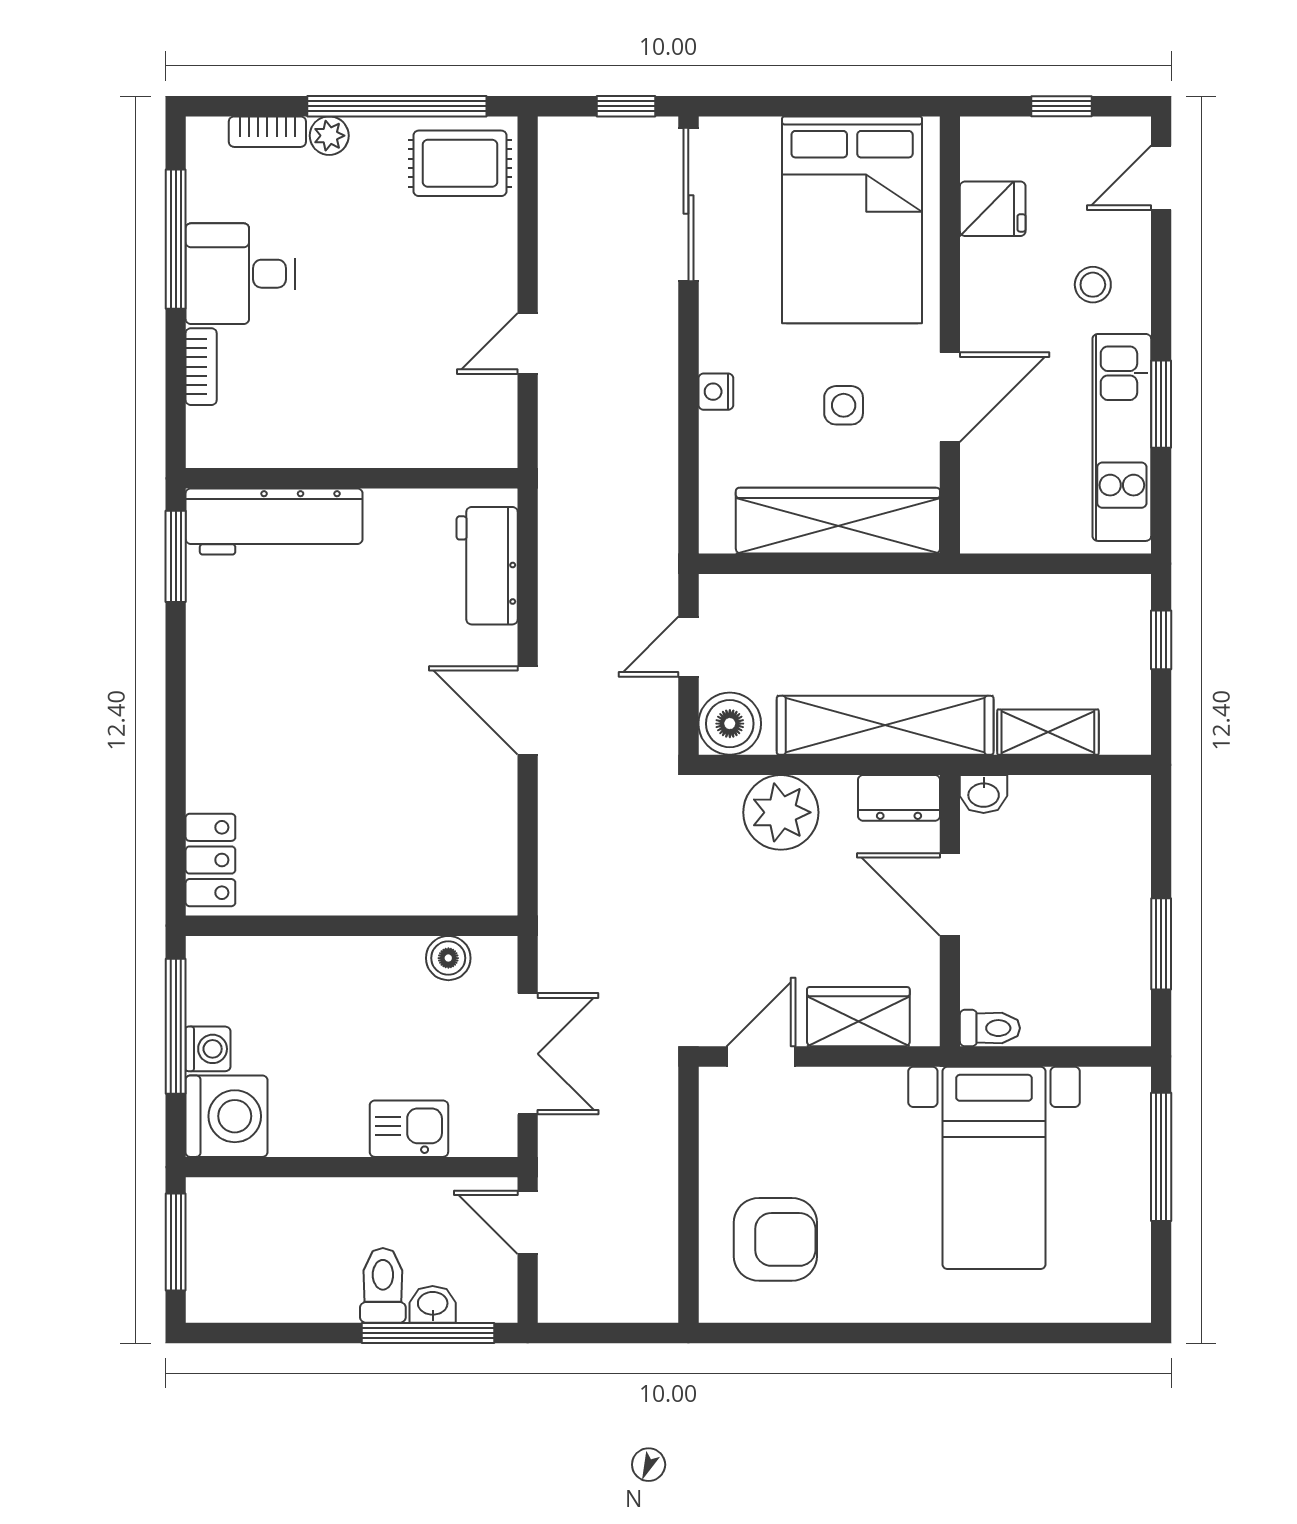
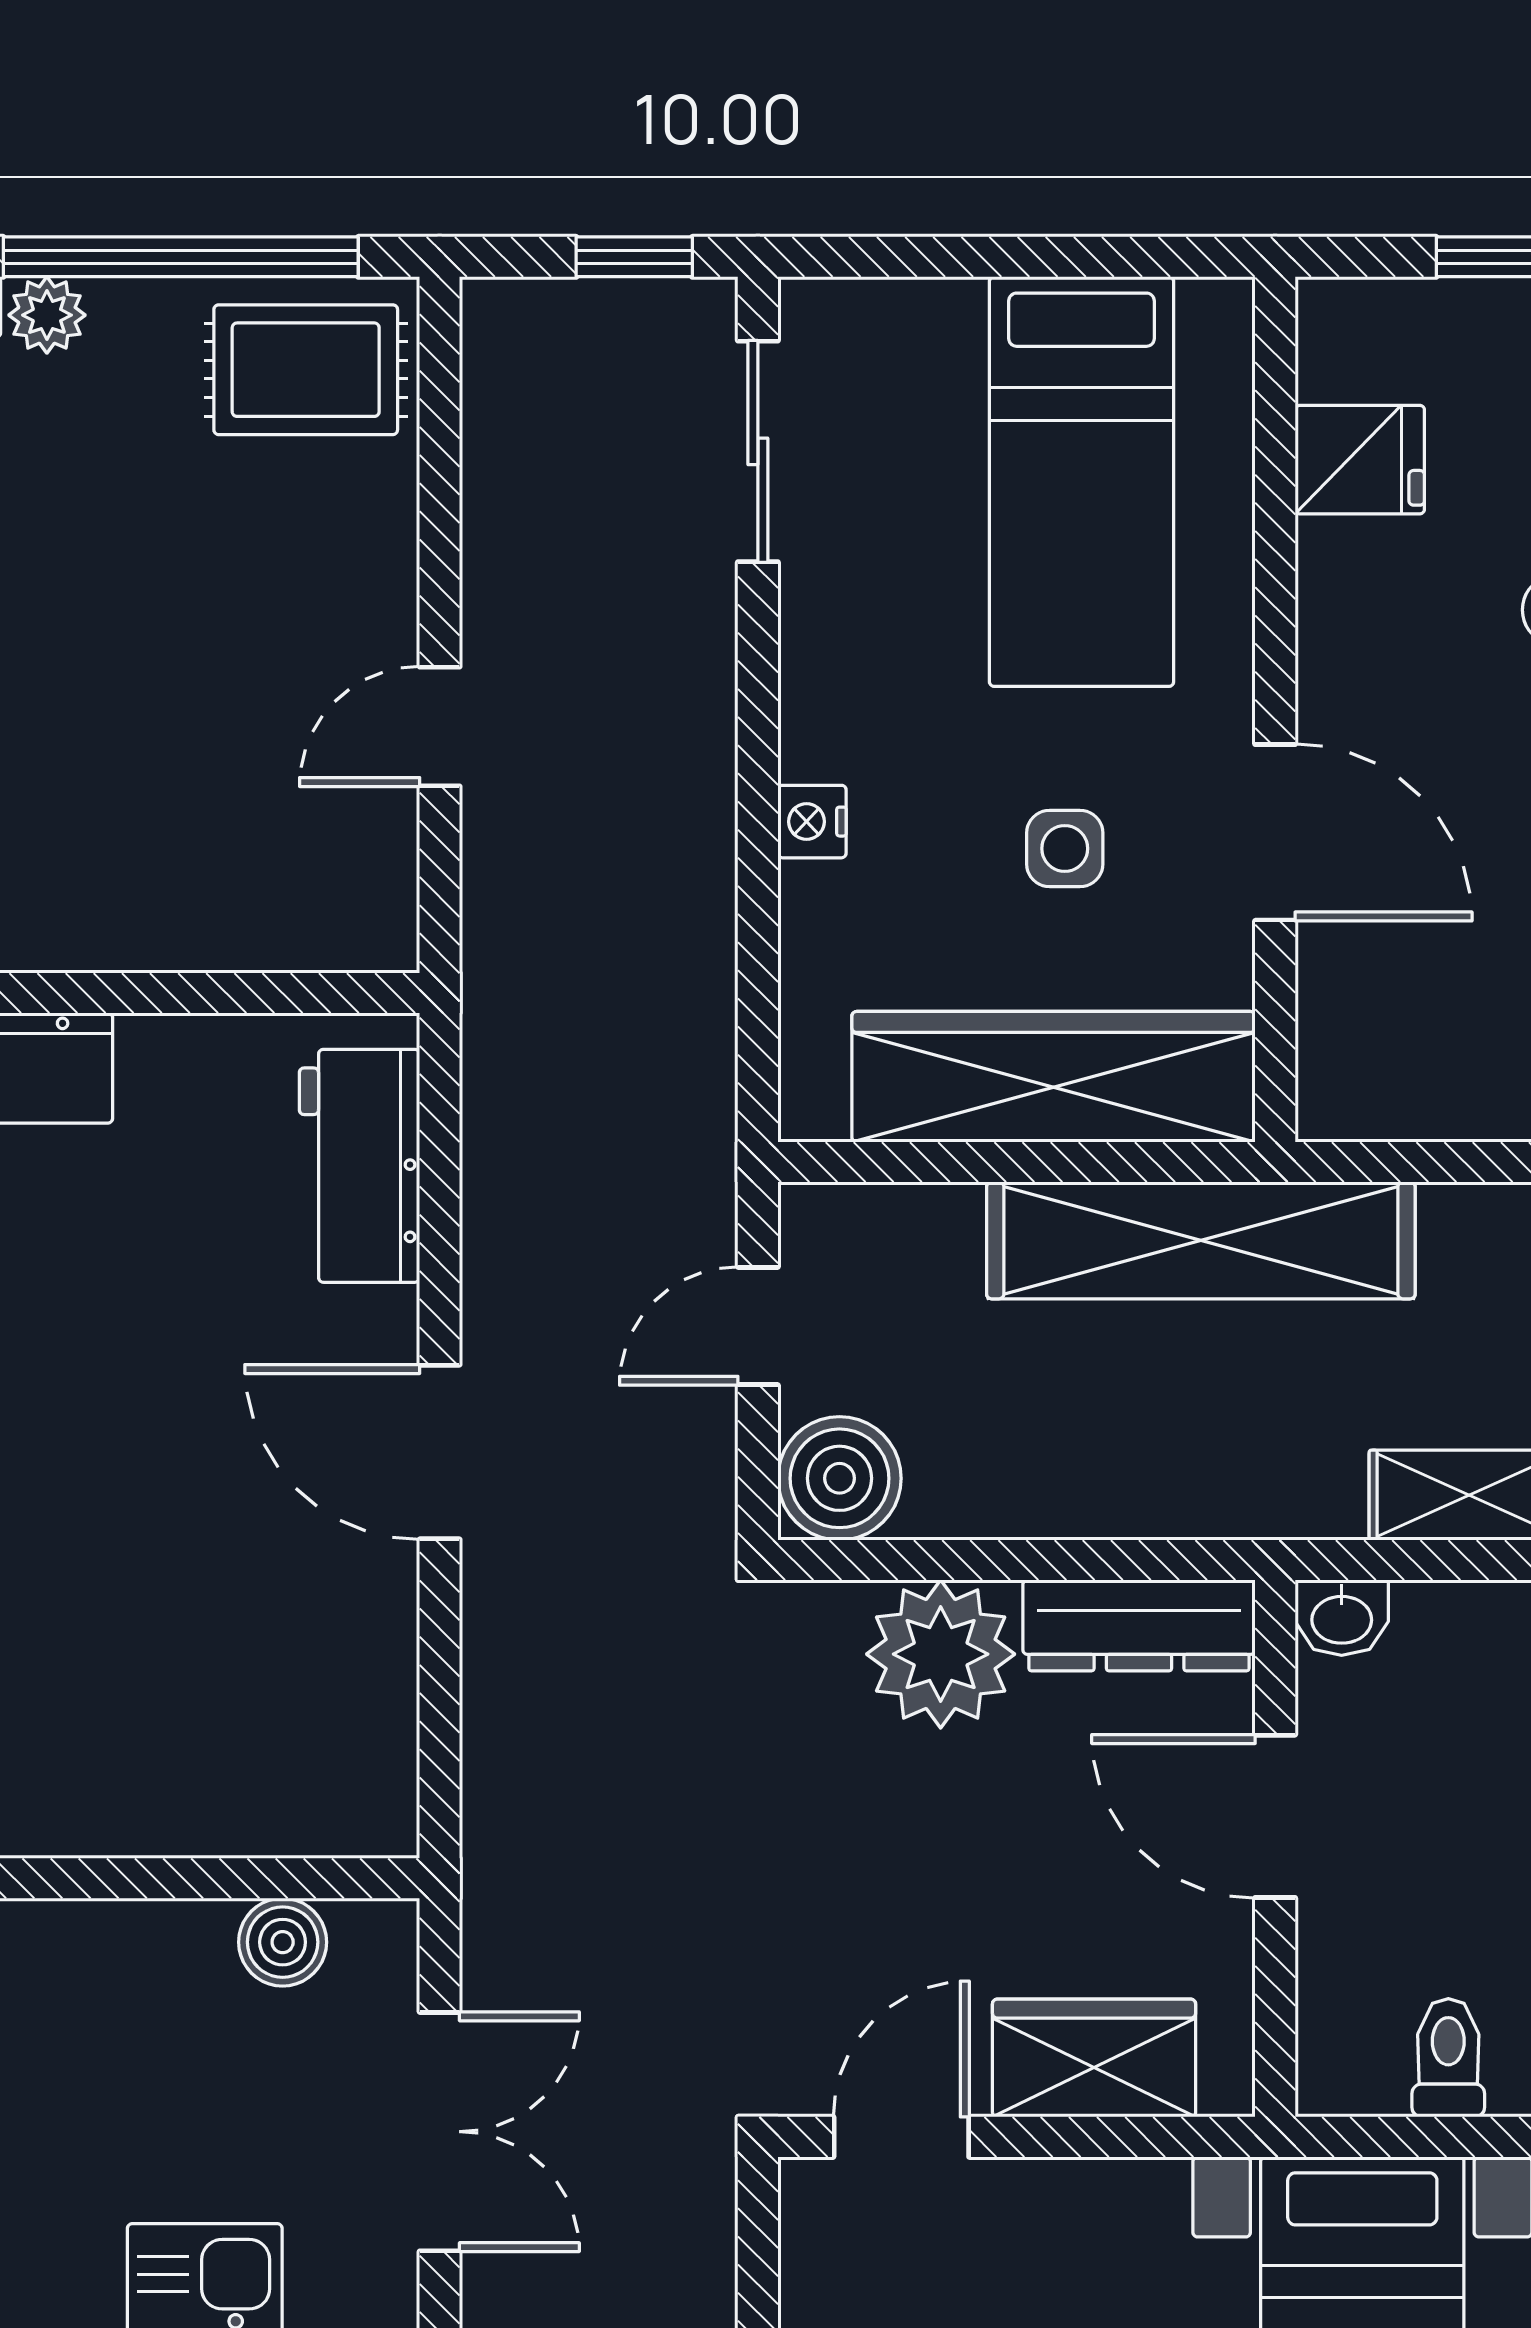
sliding door: (688, 205) -> (758, 451), width x0.73
bed: (852, 220) -> (1082, 482), width x0.67
door: (950, 397) -> (1275, 832), hinge flipped
shelving: (885, 725) -> (1201, 1240), moved
dresser: (899, 798) -> (1139, 1625), width x1.44
toilet: (990, 1028) -> (1448, 2058), moved, turned -90

